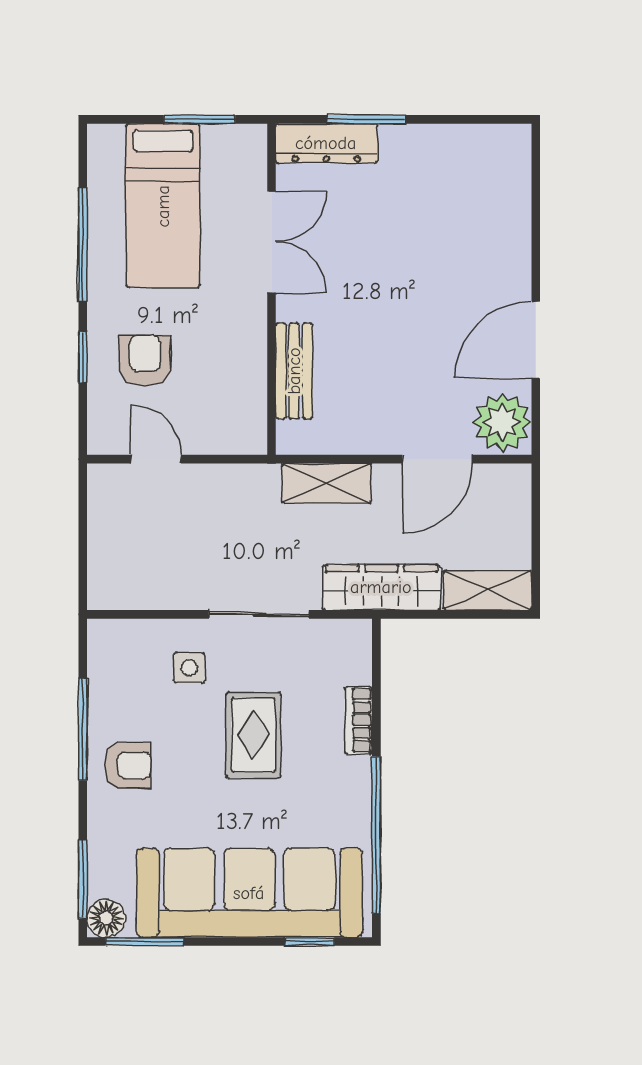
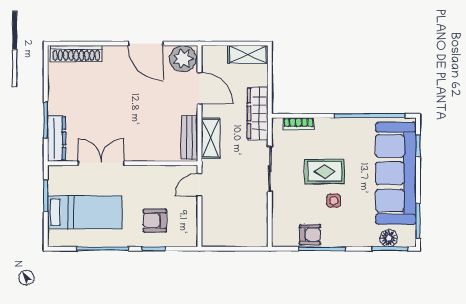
shoe rack: (514, 187) -> (76, 53), added
bench: (294, 371) -> (189, 137), moved, turned 90
door: (156, 459) -> (200, 185), moved
shelving: (488, 590) -> (248, 54), moved, turned 90
side table: (189, 668) -> (334, 201), moved
bookcase: (359, 720) -> (298, 124), moved
armchair: (128, 765) -> (310, 235), moved, turned 90
floor lamp: (106, 918) -> (389, 238), moved

